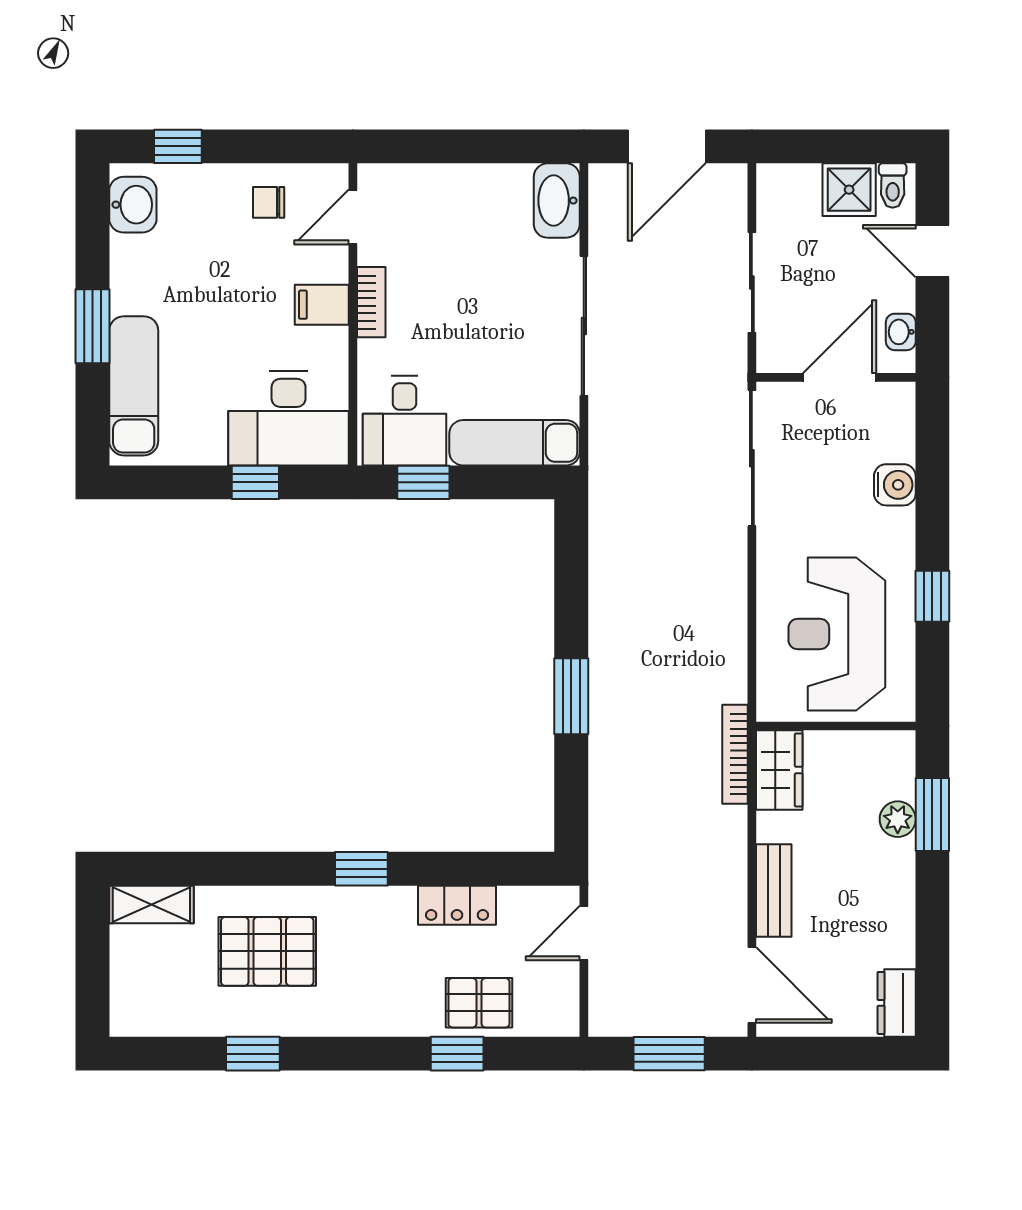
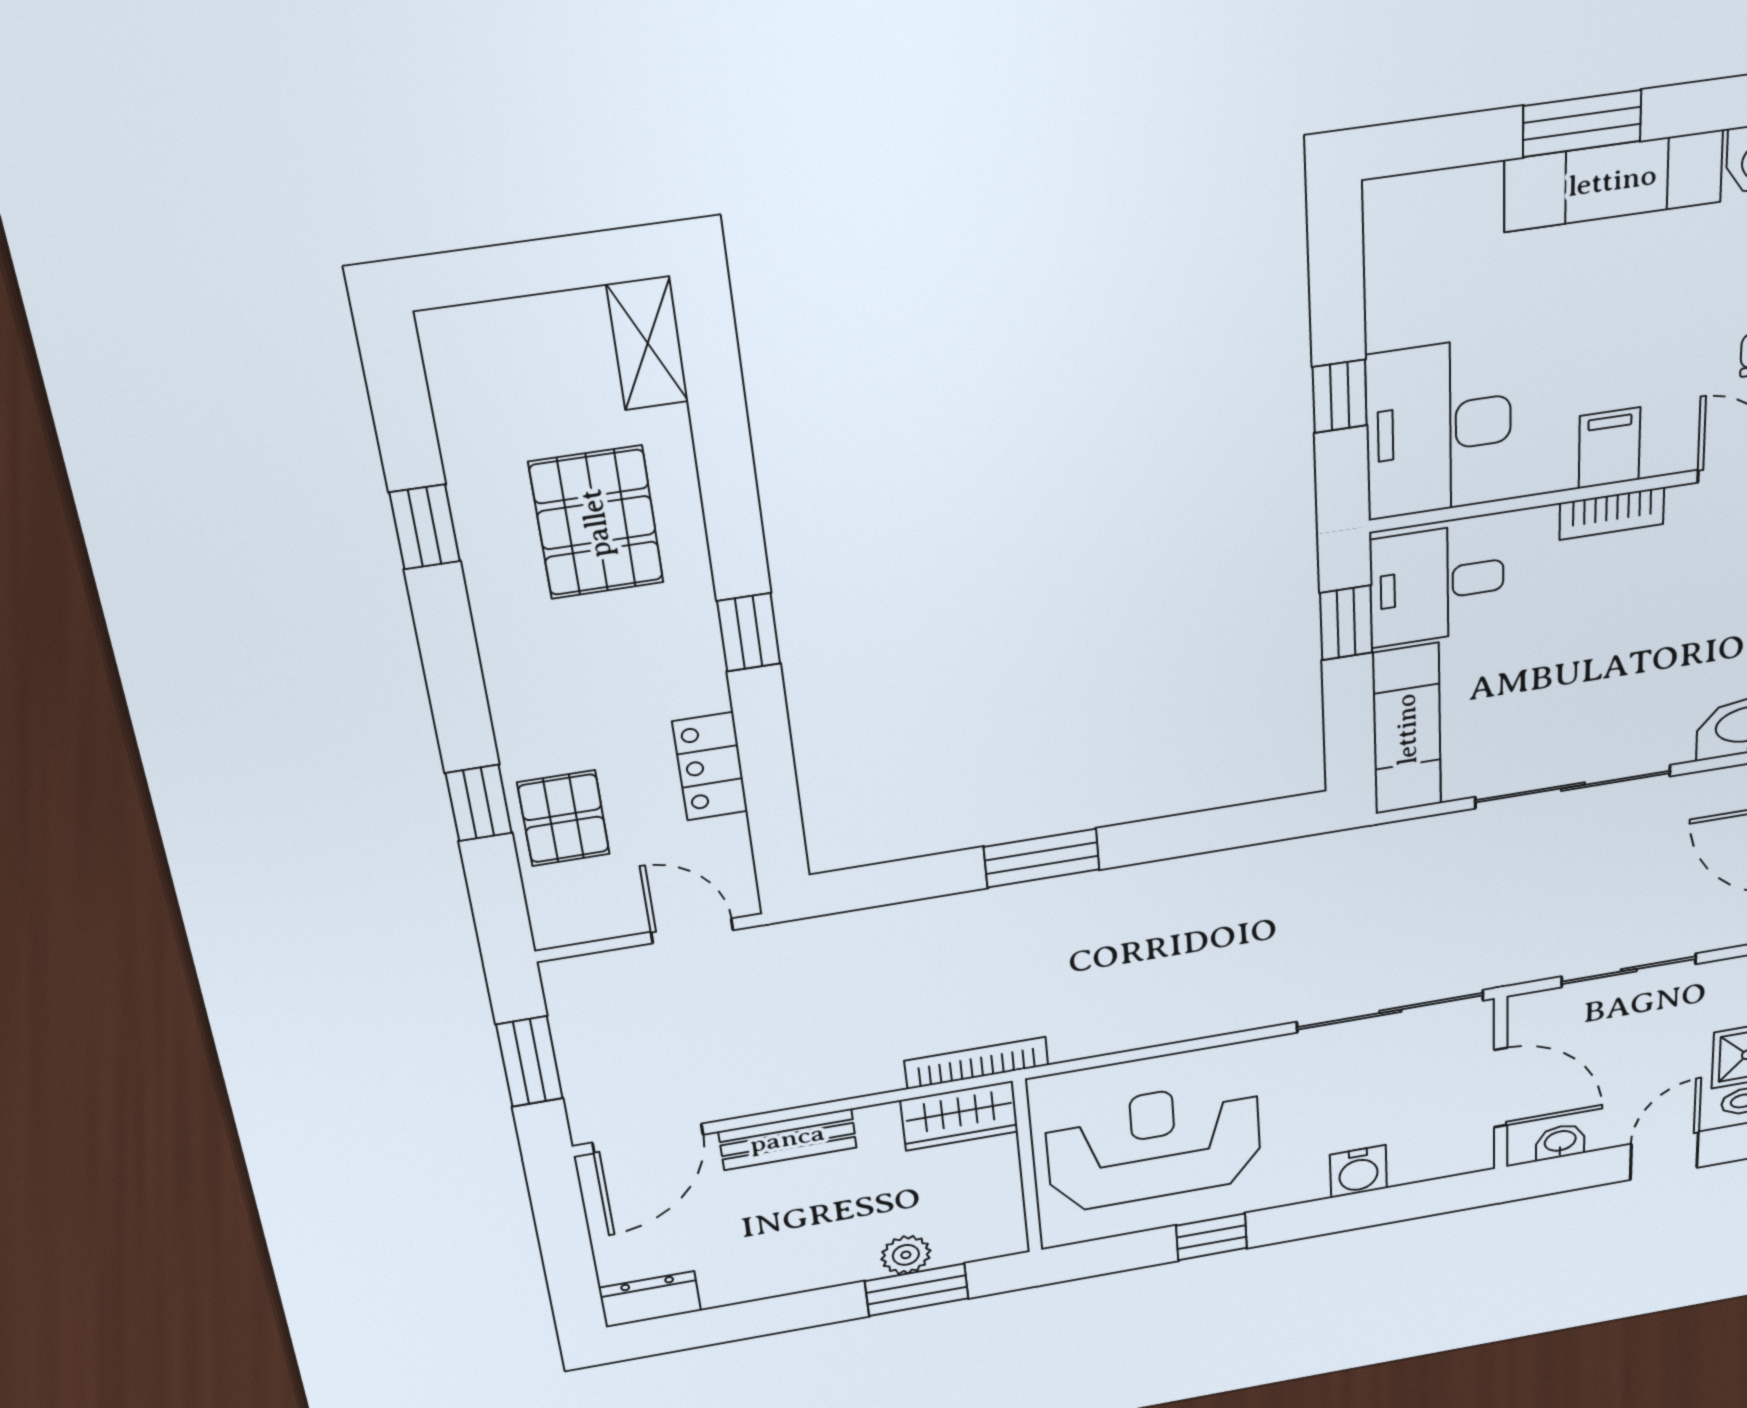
exam couch: (134, 386) -> (1613, 181), moved

